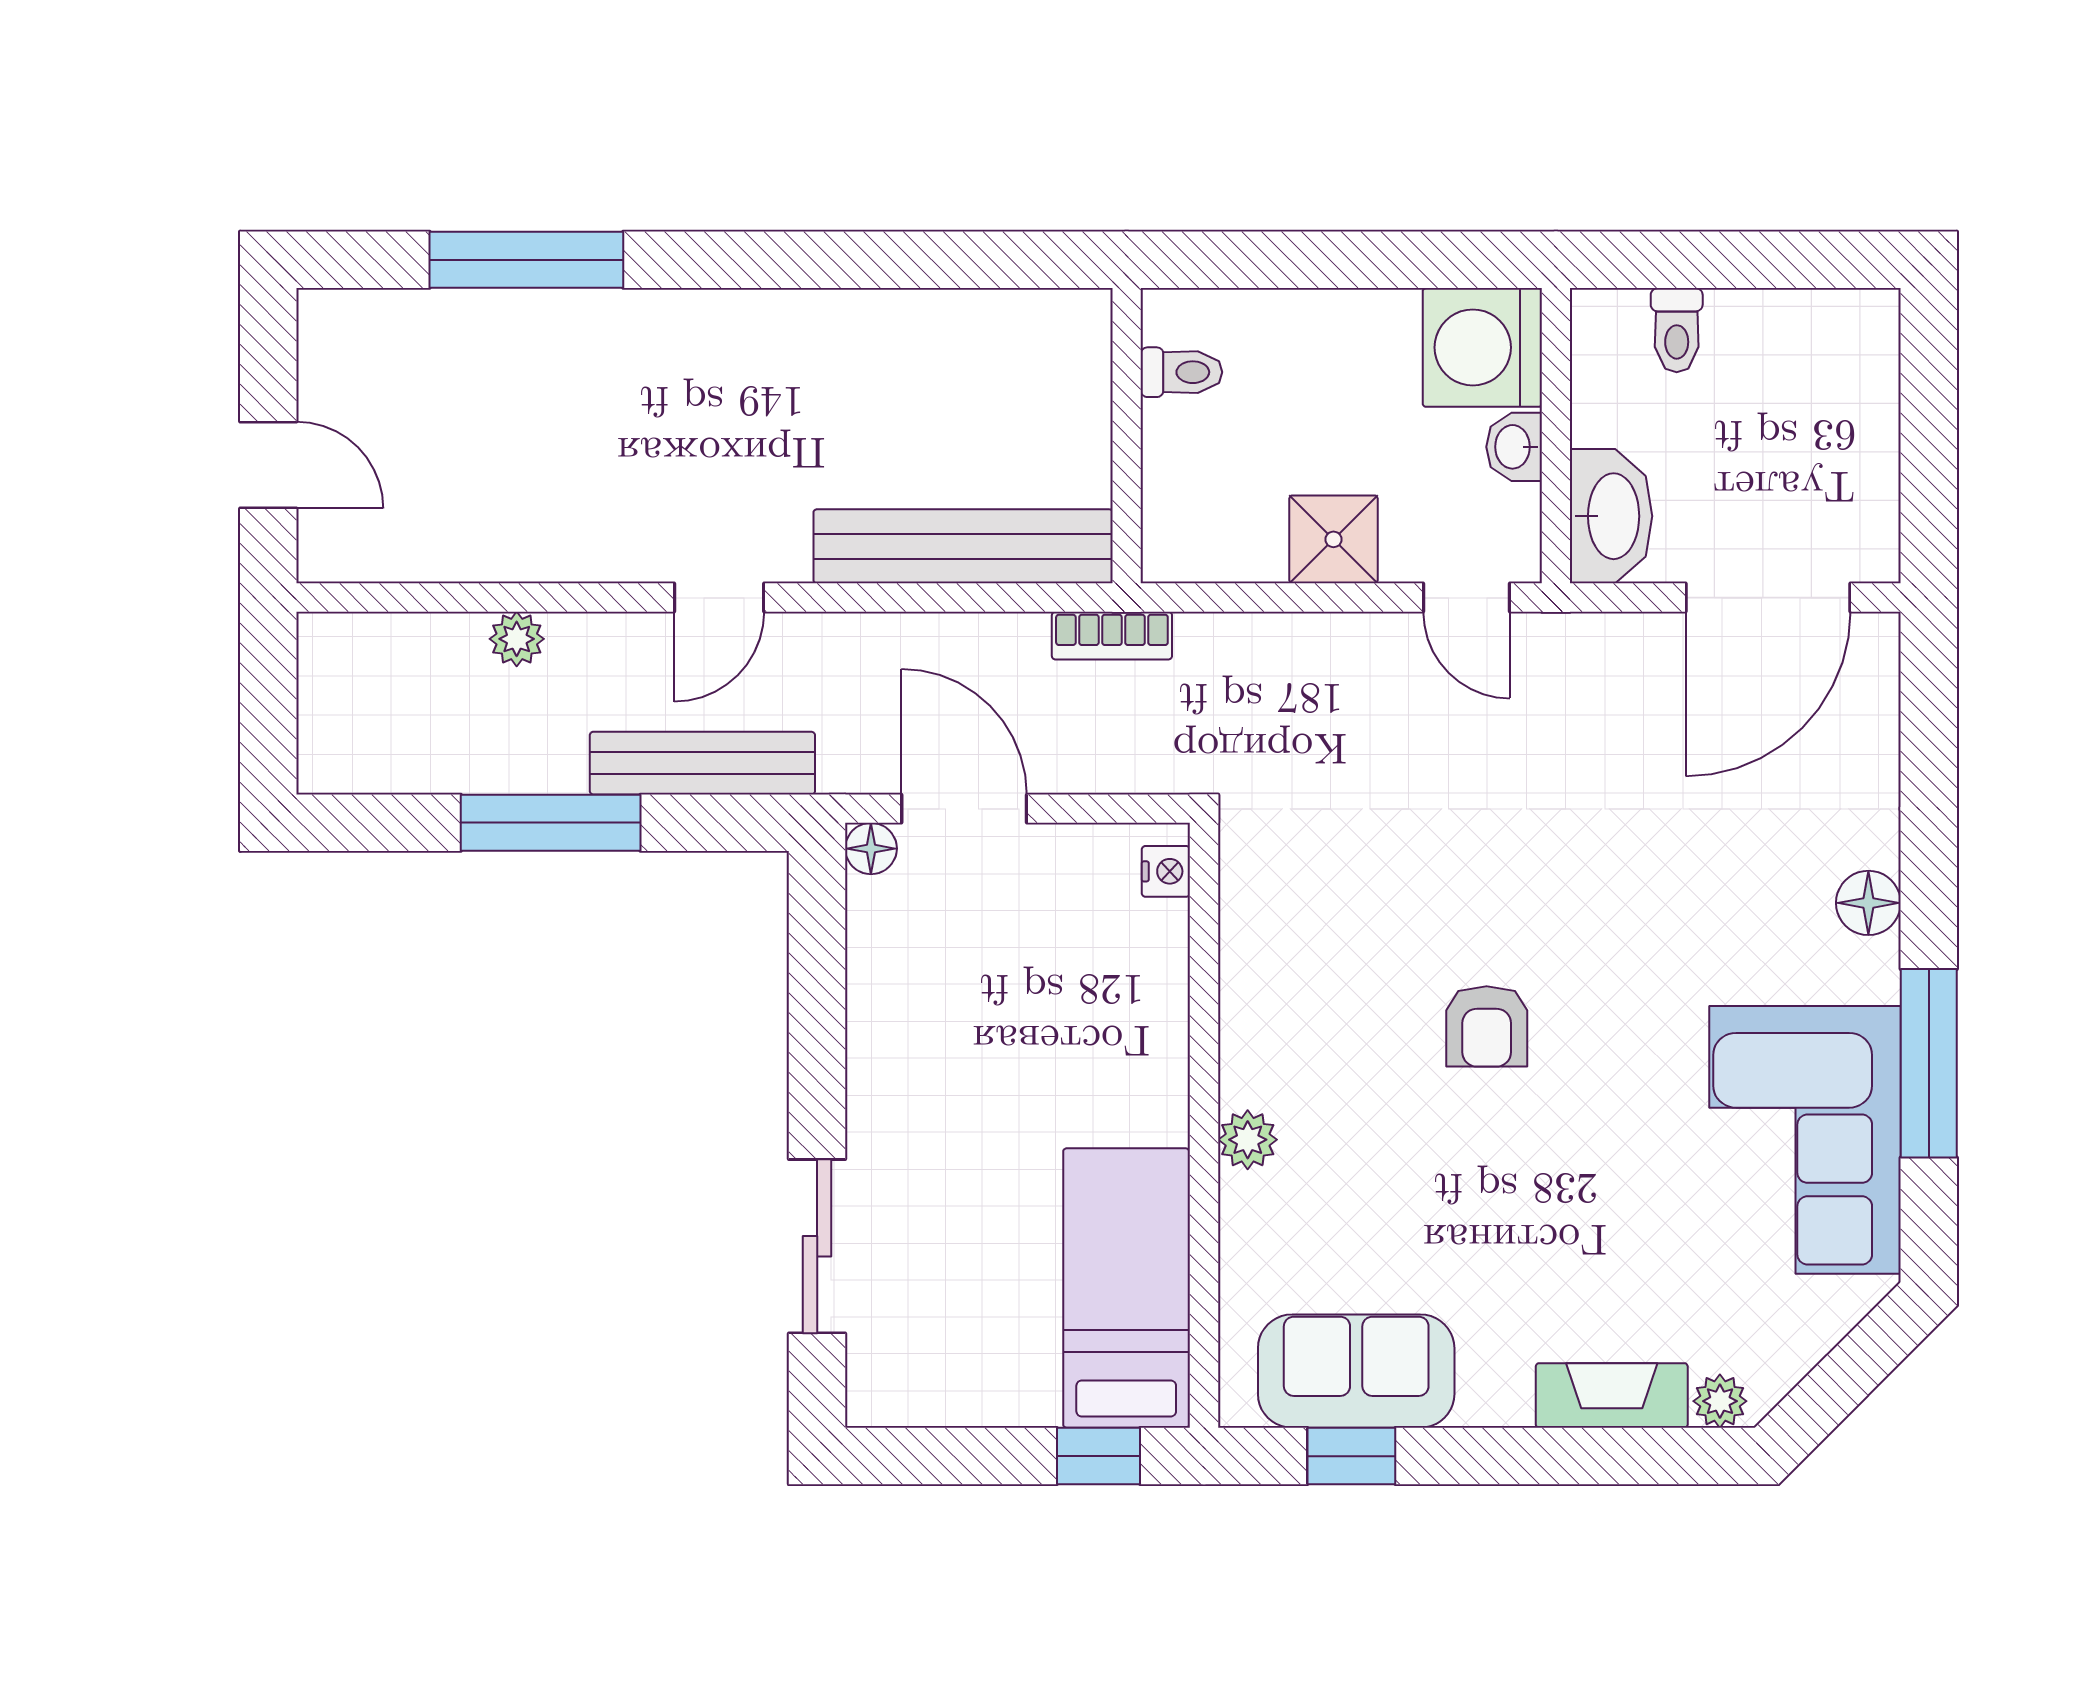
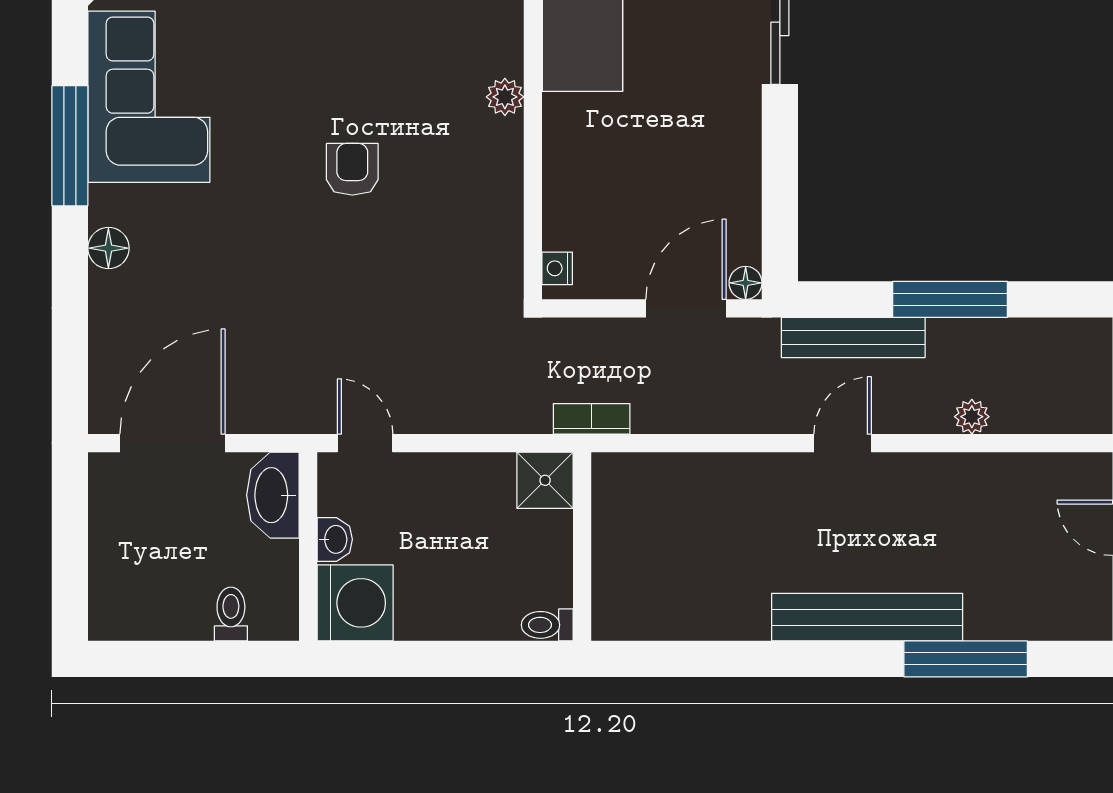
toilet: (1181, 372) -> (547, 625), moved
shower: (1333, 539) -> (545, 480), moved
bench: (963, 546) -> (867, 617), moved
door: (964, 809) -> (686, 308), swing flipped

